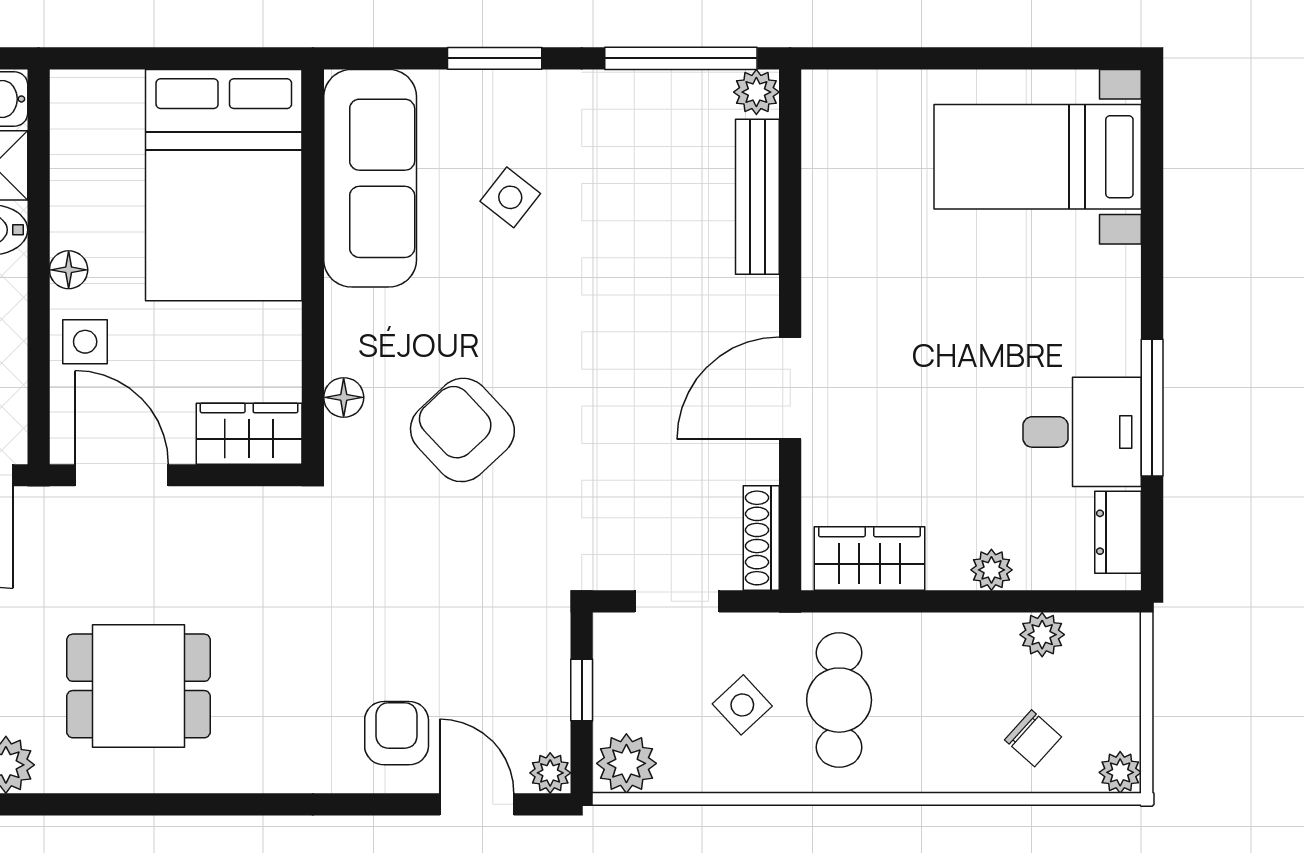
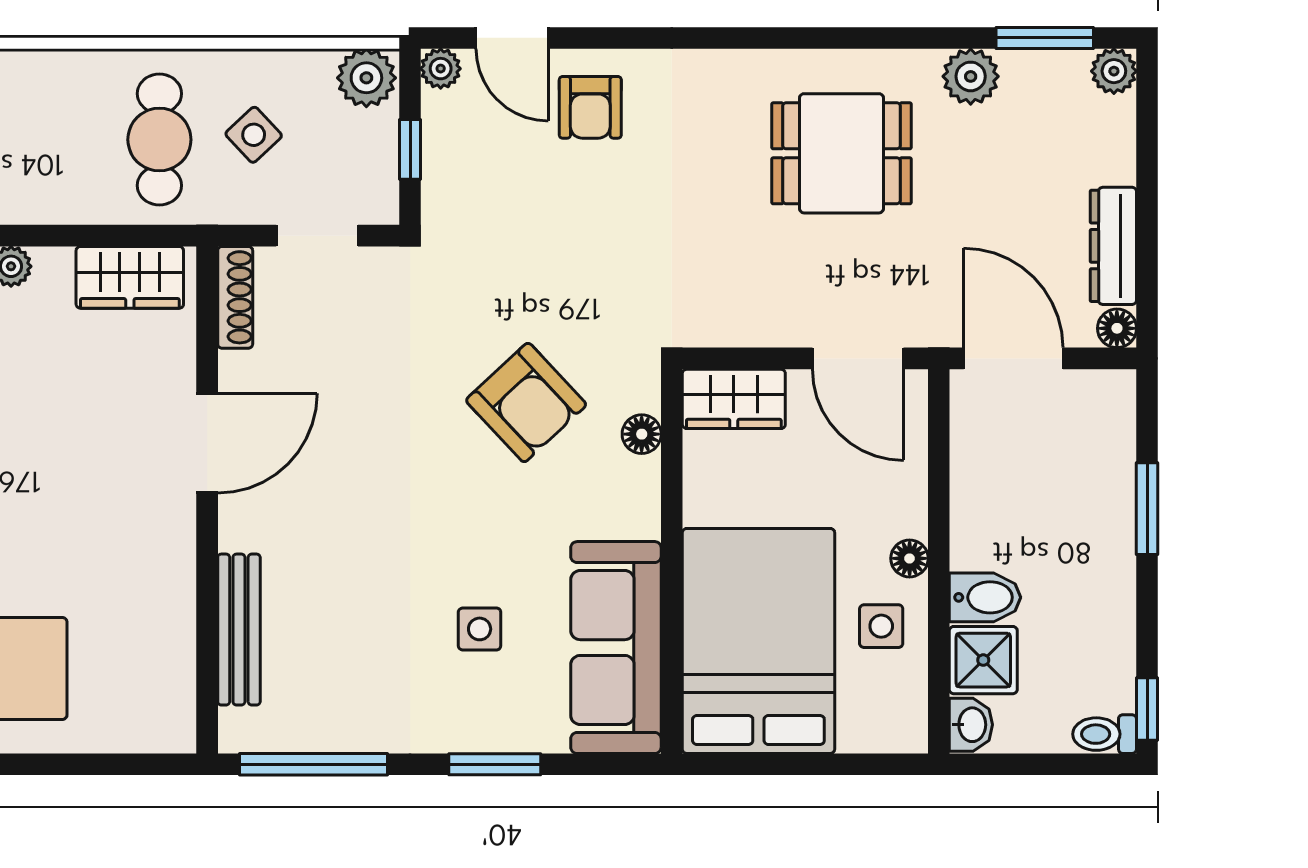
plant: (756, 92) -> (240, 732), removed
side table: (510, 197) -> (480, 629), turned -38
side table: (85, 342) -> (881, 626), moved

